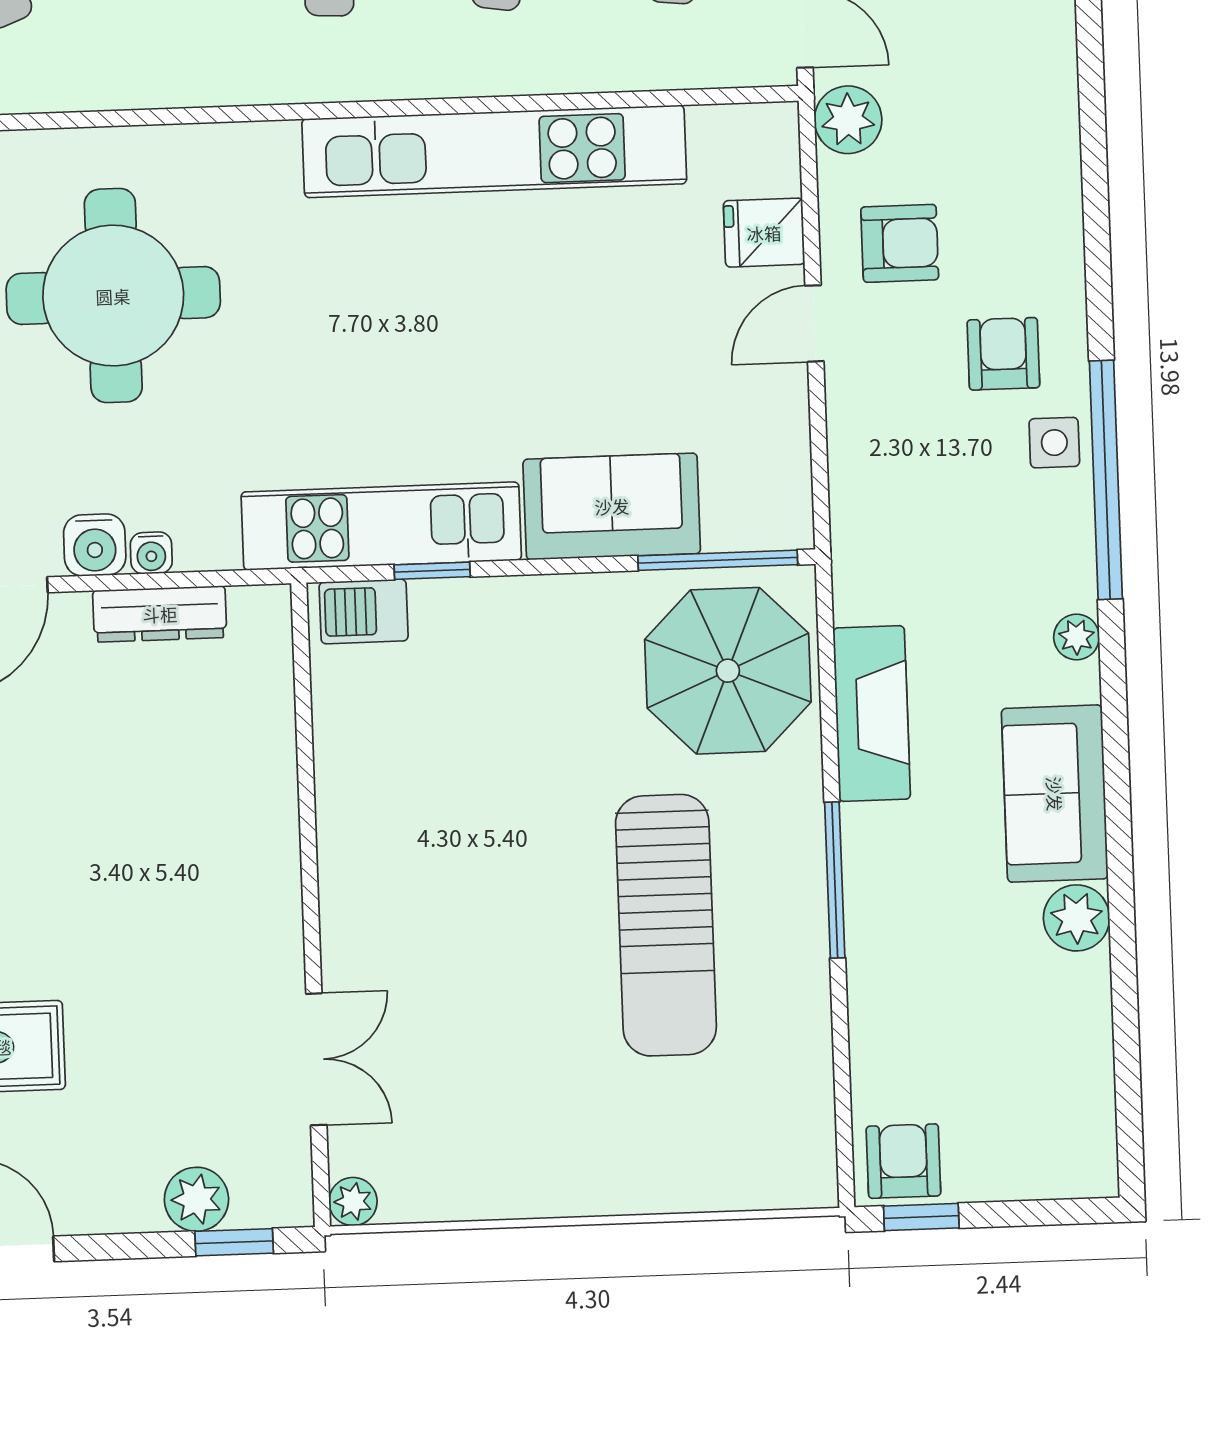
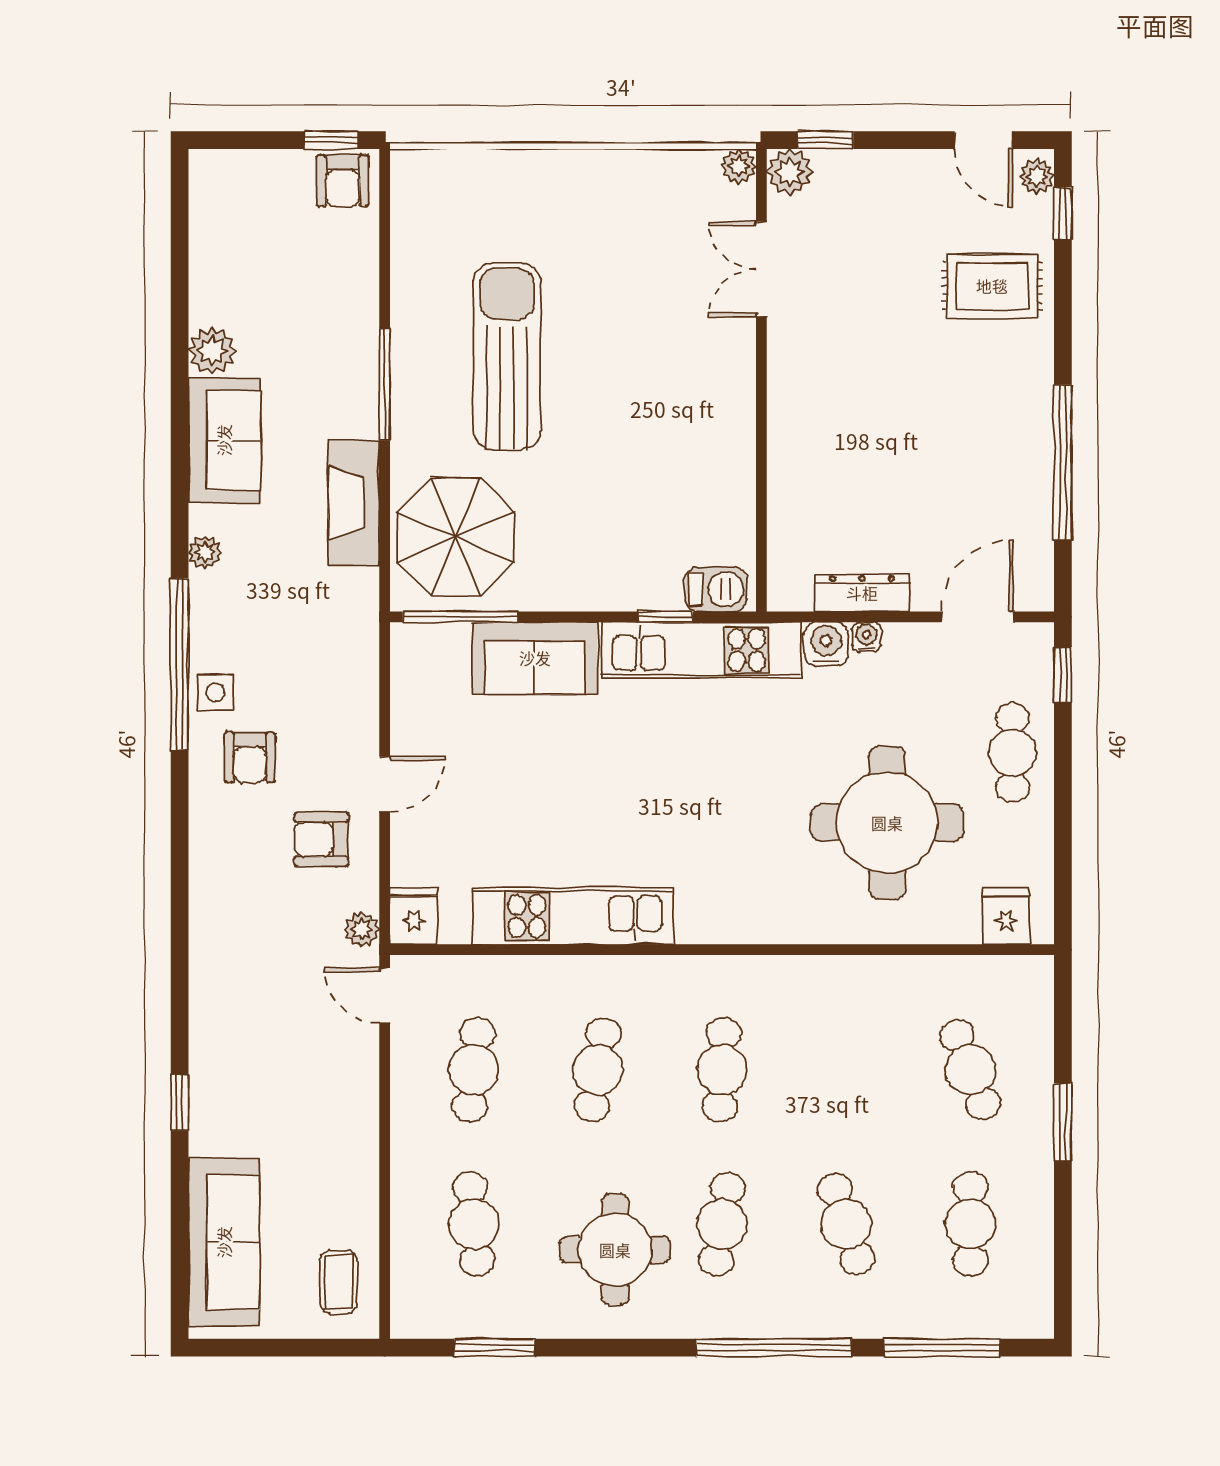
plant: (848, 120) -> (362, 929), width x0.73, depth x0.73
kitchen unit: (494, 151) -> (573, 916), width x0.73
fridge: (764, 233) -> (414, 916), moved, turned -90
water cooler: (95, 545) -> (826, 644), moved
plant: (196, 1199) -> (790, 172), moved

